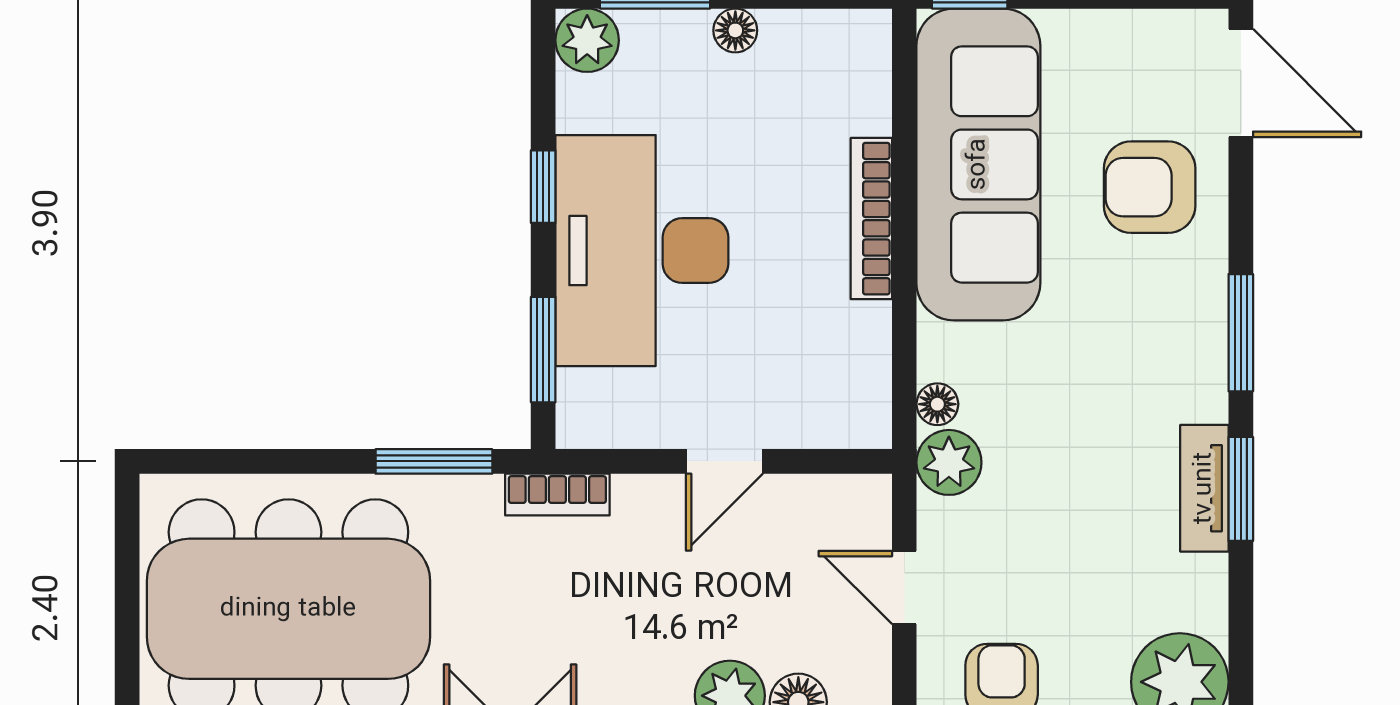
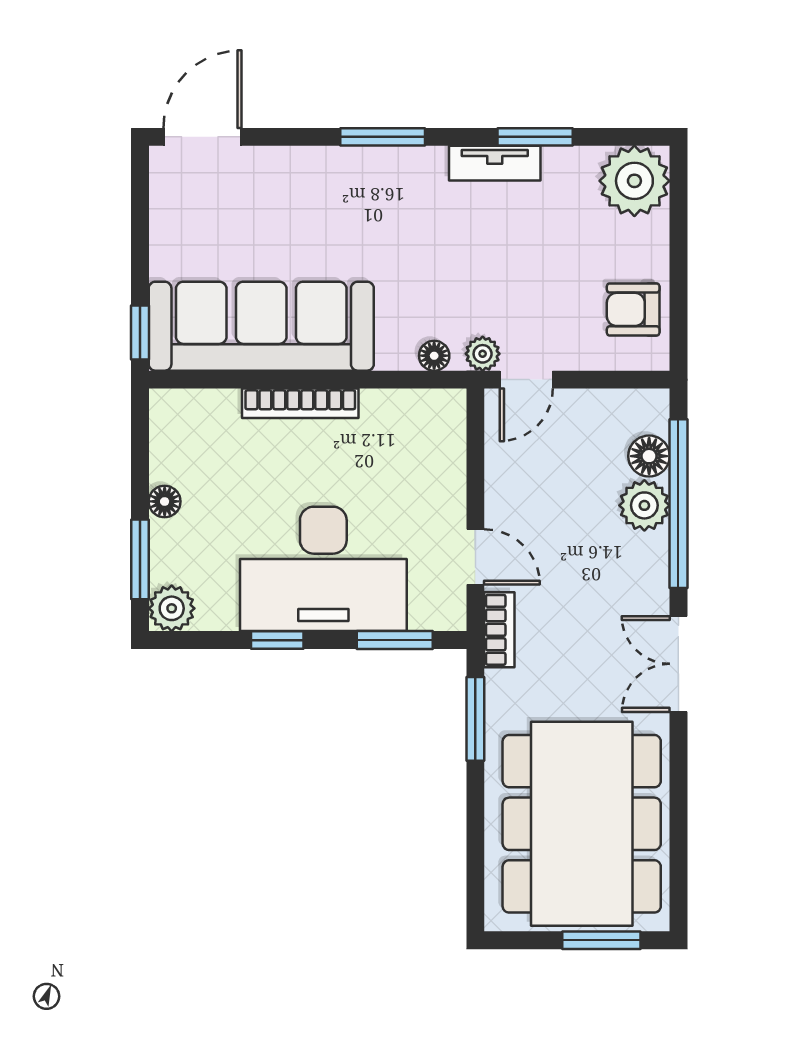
armchair: (1150, 187) -> (278, 203), removed
door: (724, 461) -> (475, 557), moved
plant: (949, 462) -> (483, 354), width x0.73, depth x0.73
window: (1241, 489) -> (535, 137), moved
door: (904, 587) -> (526, 380), moved
window: (127, 636) -> (601, 940), added

